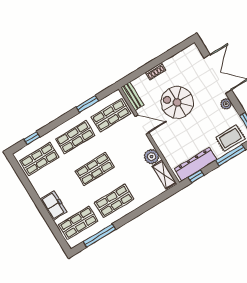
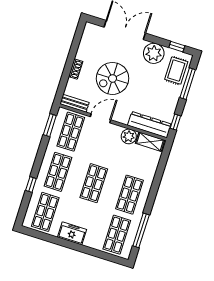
window: (87, 104) -> (50, 125), moved
plant: (226, 104) -> (154, 53), width x1.87, depth x1.87
window: (32, 138) -> (31, 184), moved
dresser: (196, 164) -> (149, 125), moved, turned 90
freezer: (53, 205) -> (72, 233), moved

